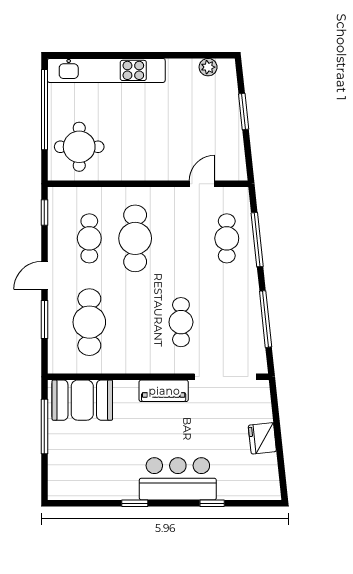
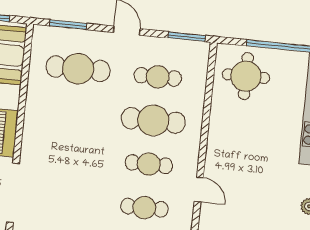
window: (44, 213) -> (187, 37), width x1.50
window: (44, 319) -> (68, 25), moved
cafe table: (181, 322) -> (149, 164), moved

